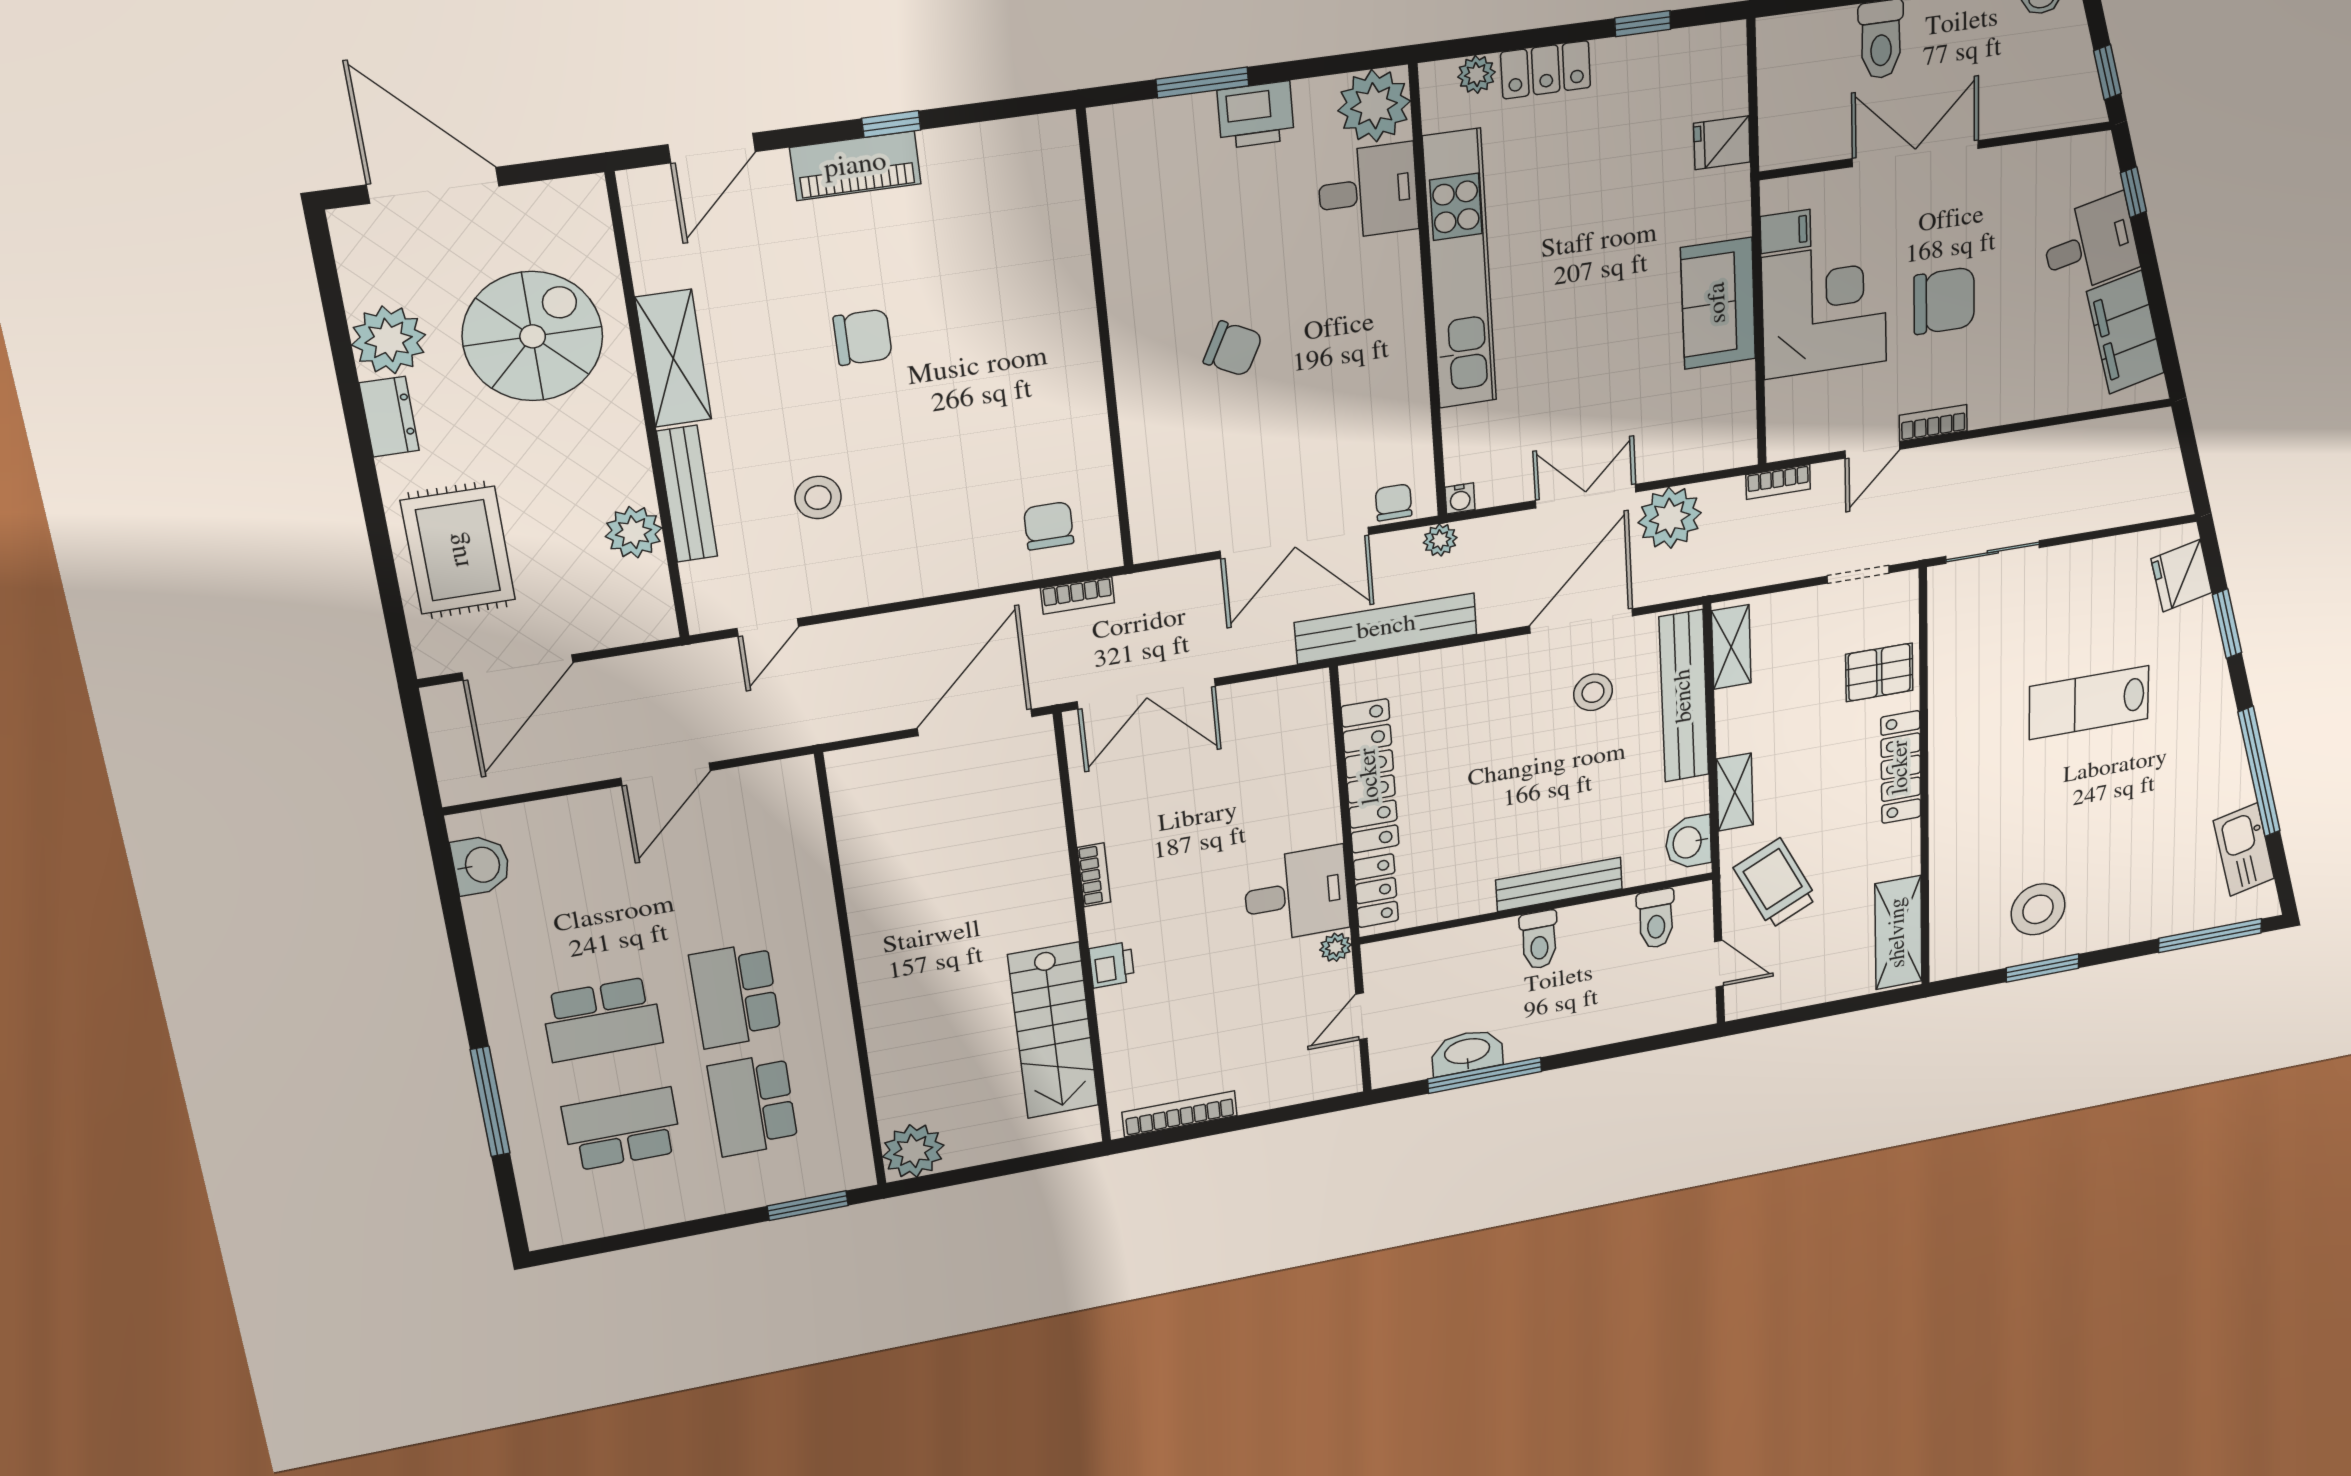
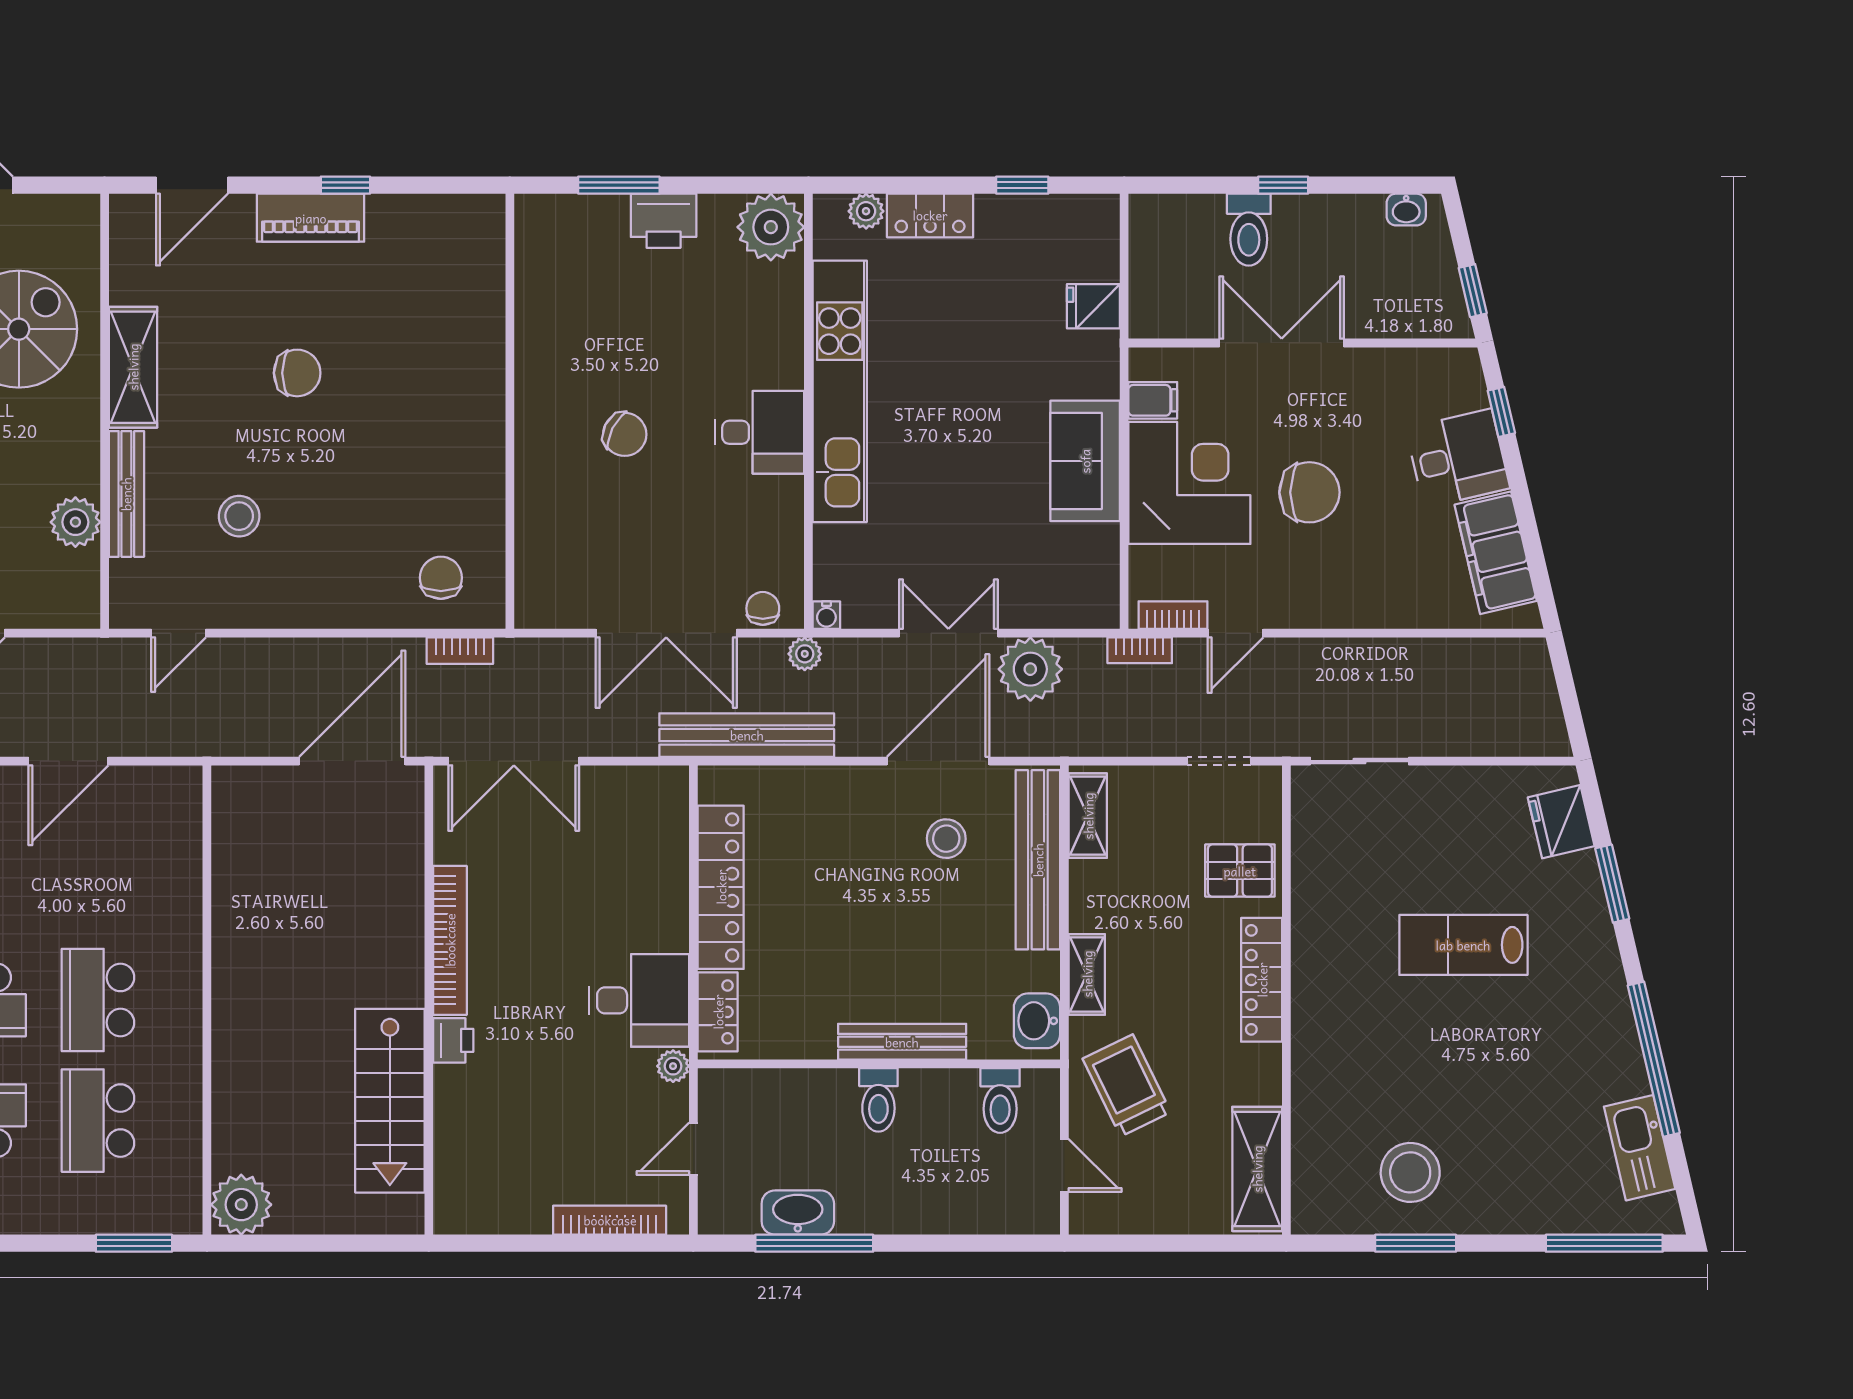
desk: (1368, 192) -> (760, 432), moved
bookcase: (1933, 423) -> (1173, 615), moved
bookcase: (1094, 875) -> (450, 940), width x2.31, depth x1.31
bookcase: (1180, 1114) -> (610, 1220), moved

